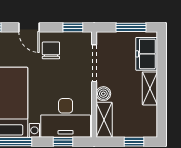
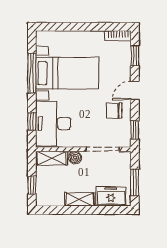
chair: (51, 50) -> (114, 110), turned 180

